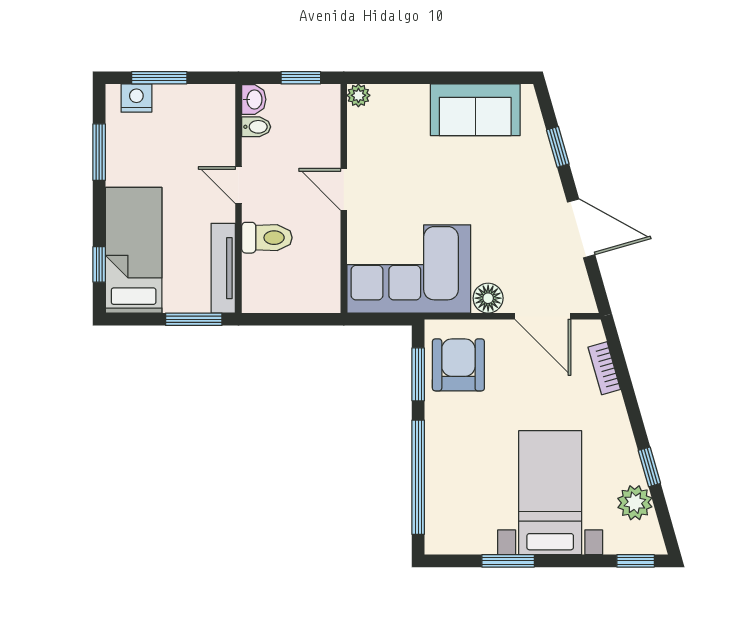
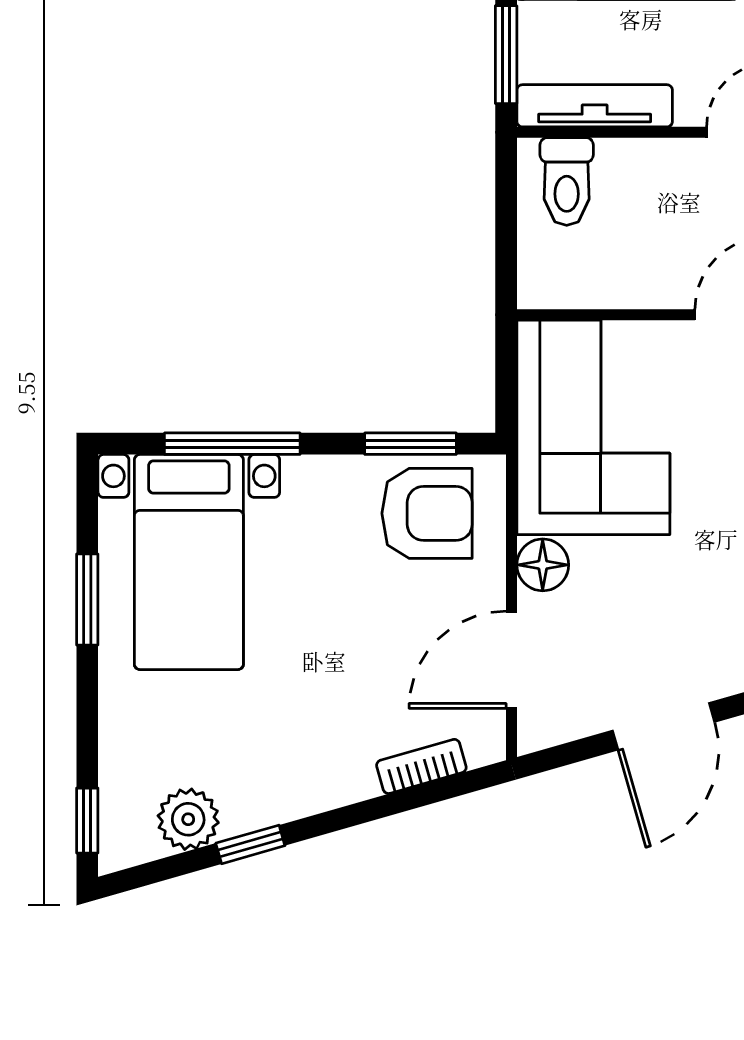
toilet: (267, 238) -> (567, 182), moved
window: (418, 477) -> (232, 444), width x0.68
bed with nightstands: (550, 493) -> (189, 562), moved, turned 90

